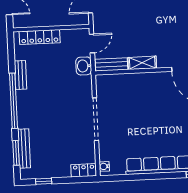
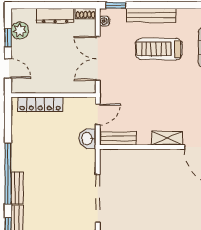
shelving: (142, 63) -> (167, 138), moved
bench: (21, 75) -> (17, 188), moved

